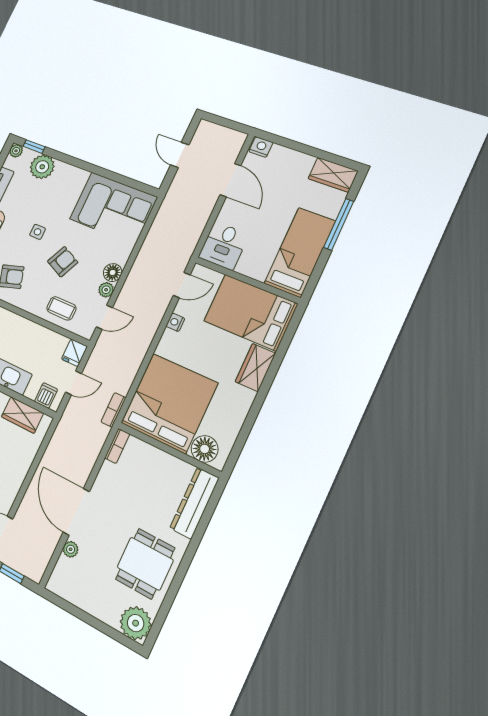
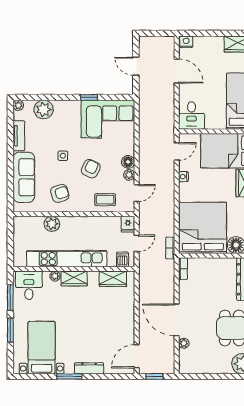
window: (34, 147) -> (89, 97), moved

